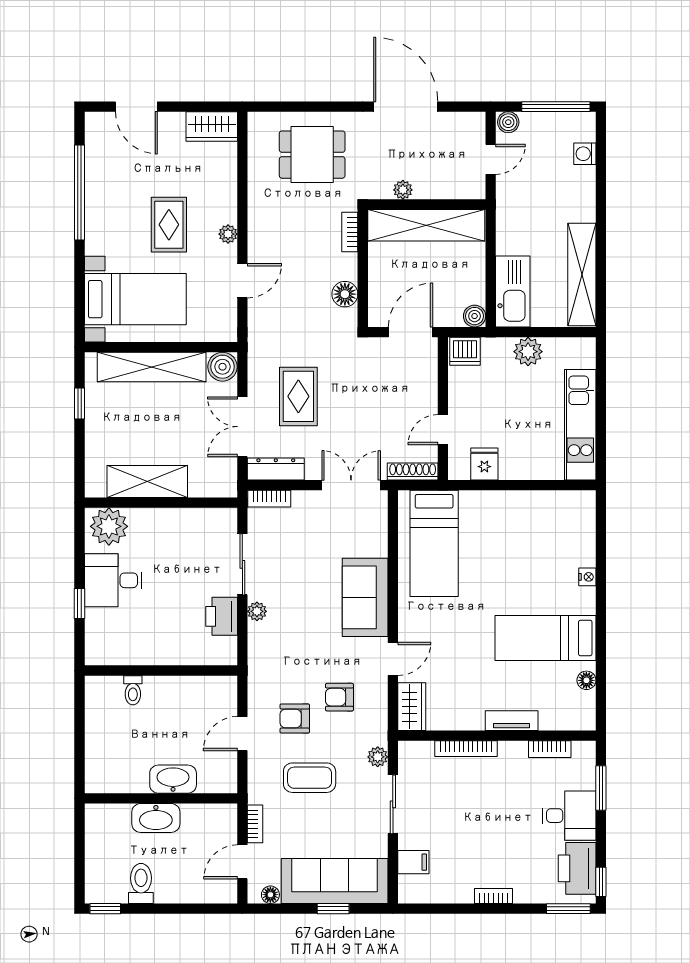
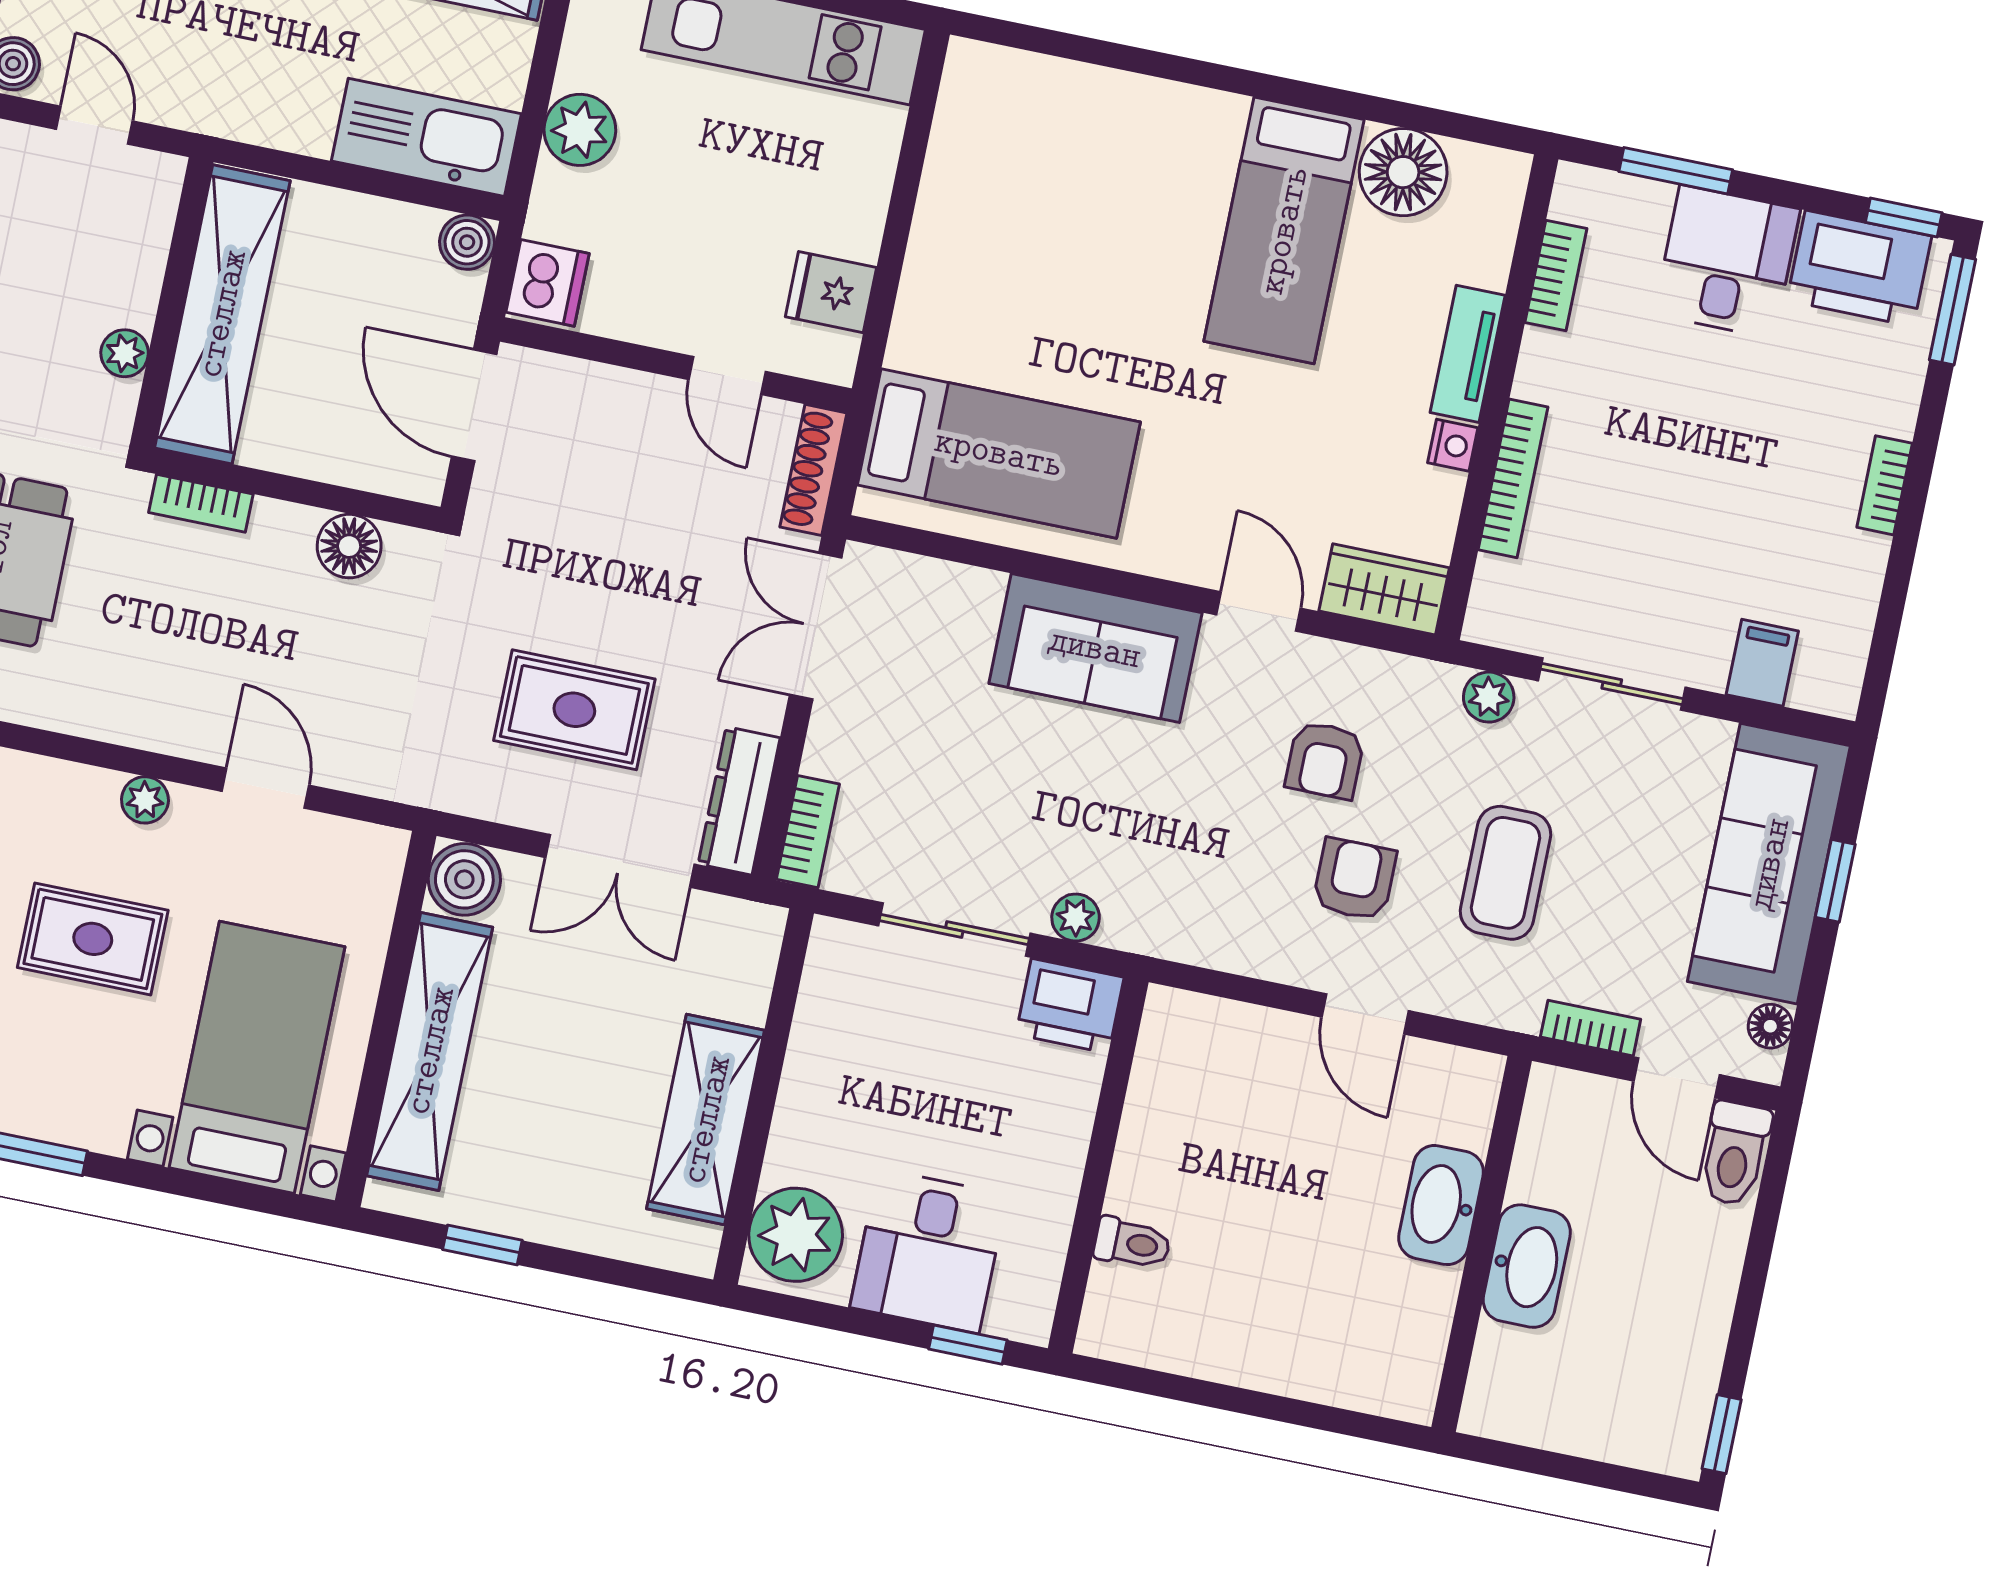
nightstand: (587, 577) -> (1453, 445), moved, turned 90
wall: (161, 671) -> (1098, 1165), moved
floor lamp: (586, 680) -> (1403, 172), width x1.89, depth x1.89
toilet: (133, 690) -> (1132, 1243), moved
armchair: (295, 718) -> (1354, 879), turned 180
toilet: (141, 883) -> (1735, 1153), moved, turned -90

